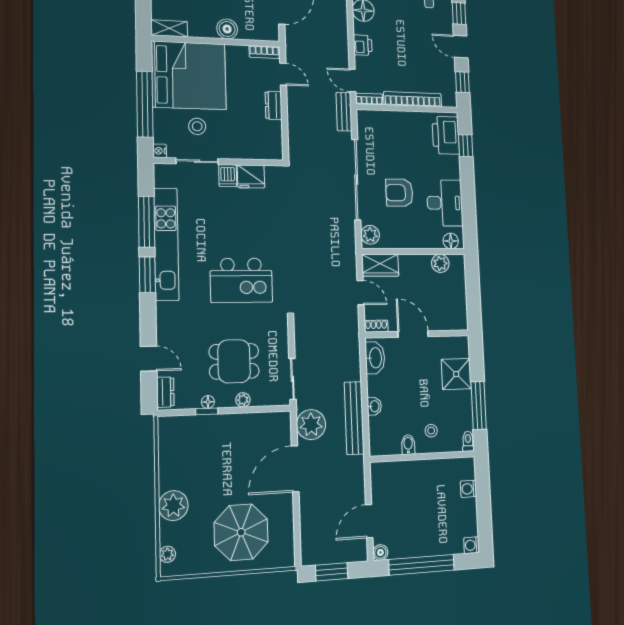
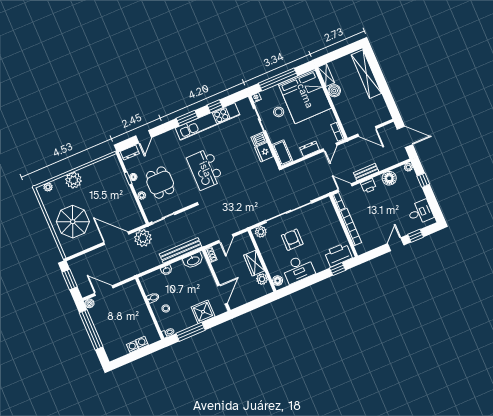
boiler: (227, 29) -> (334, 91), moved
door: (352, 80) -> (345, 188), hinge flipped
window: (462, 82) -> (375, 253), removed
bench: (344, 112) -> (366, 172), moved
cot: (263, 149) -> (282, 153), added
window: (147, 222) -> (215, 106), width x0.46
wardrobe: (380, 265) -> (254, 263), moved
door: (413, 334) -> (222, 295), moved
bench: (354, 418) -> (181, 250), moved
washing machine: (471, 545) -> (133, 347), moved

